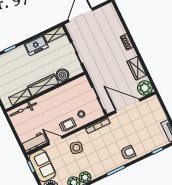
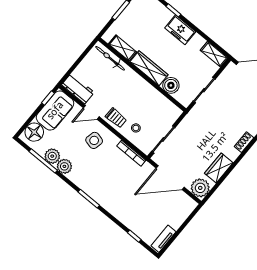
freezer: (36, 45) -> (180, 30), moved
door: (128, 106) -> (170, 178), swing flipped
door: (55, 140) -> (91, 112), swing flipped
armchair: (128, 153) -> (116, 203), removed

